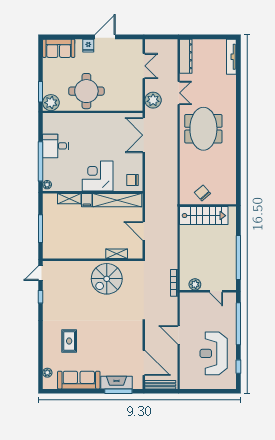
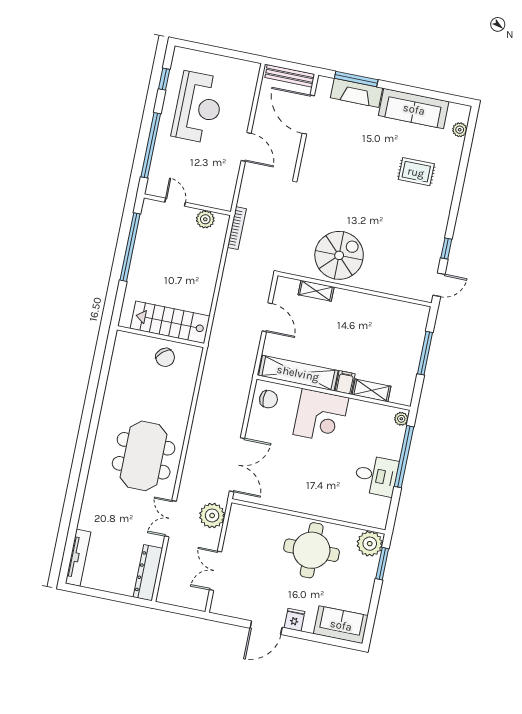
rug: (69, 341) -> (416, 172), turned 90

